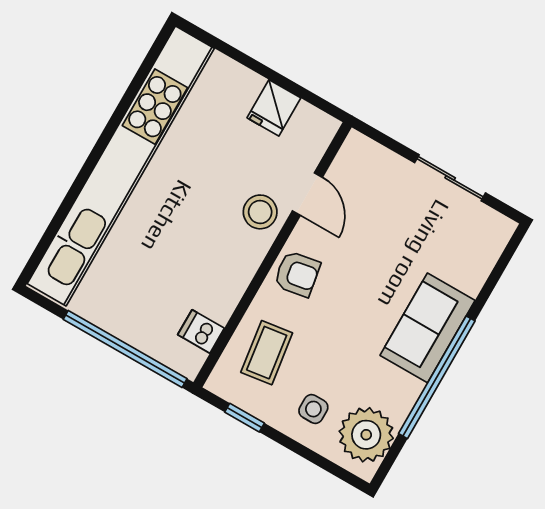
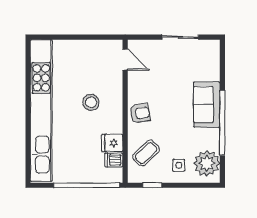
fridge: (274, 108) -> (112, 143), moved, turned 90
door: (307, 194) -> (125, 60), moved
stool: (260, 212) -> (91, 102), moved
coffee table: (267, 353) -> (146, 153), turned 54

